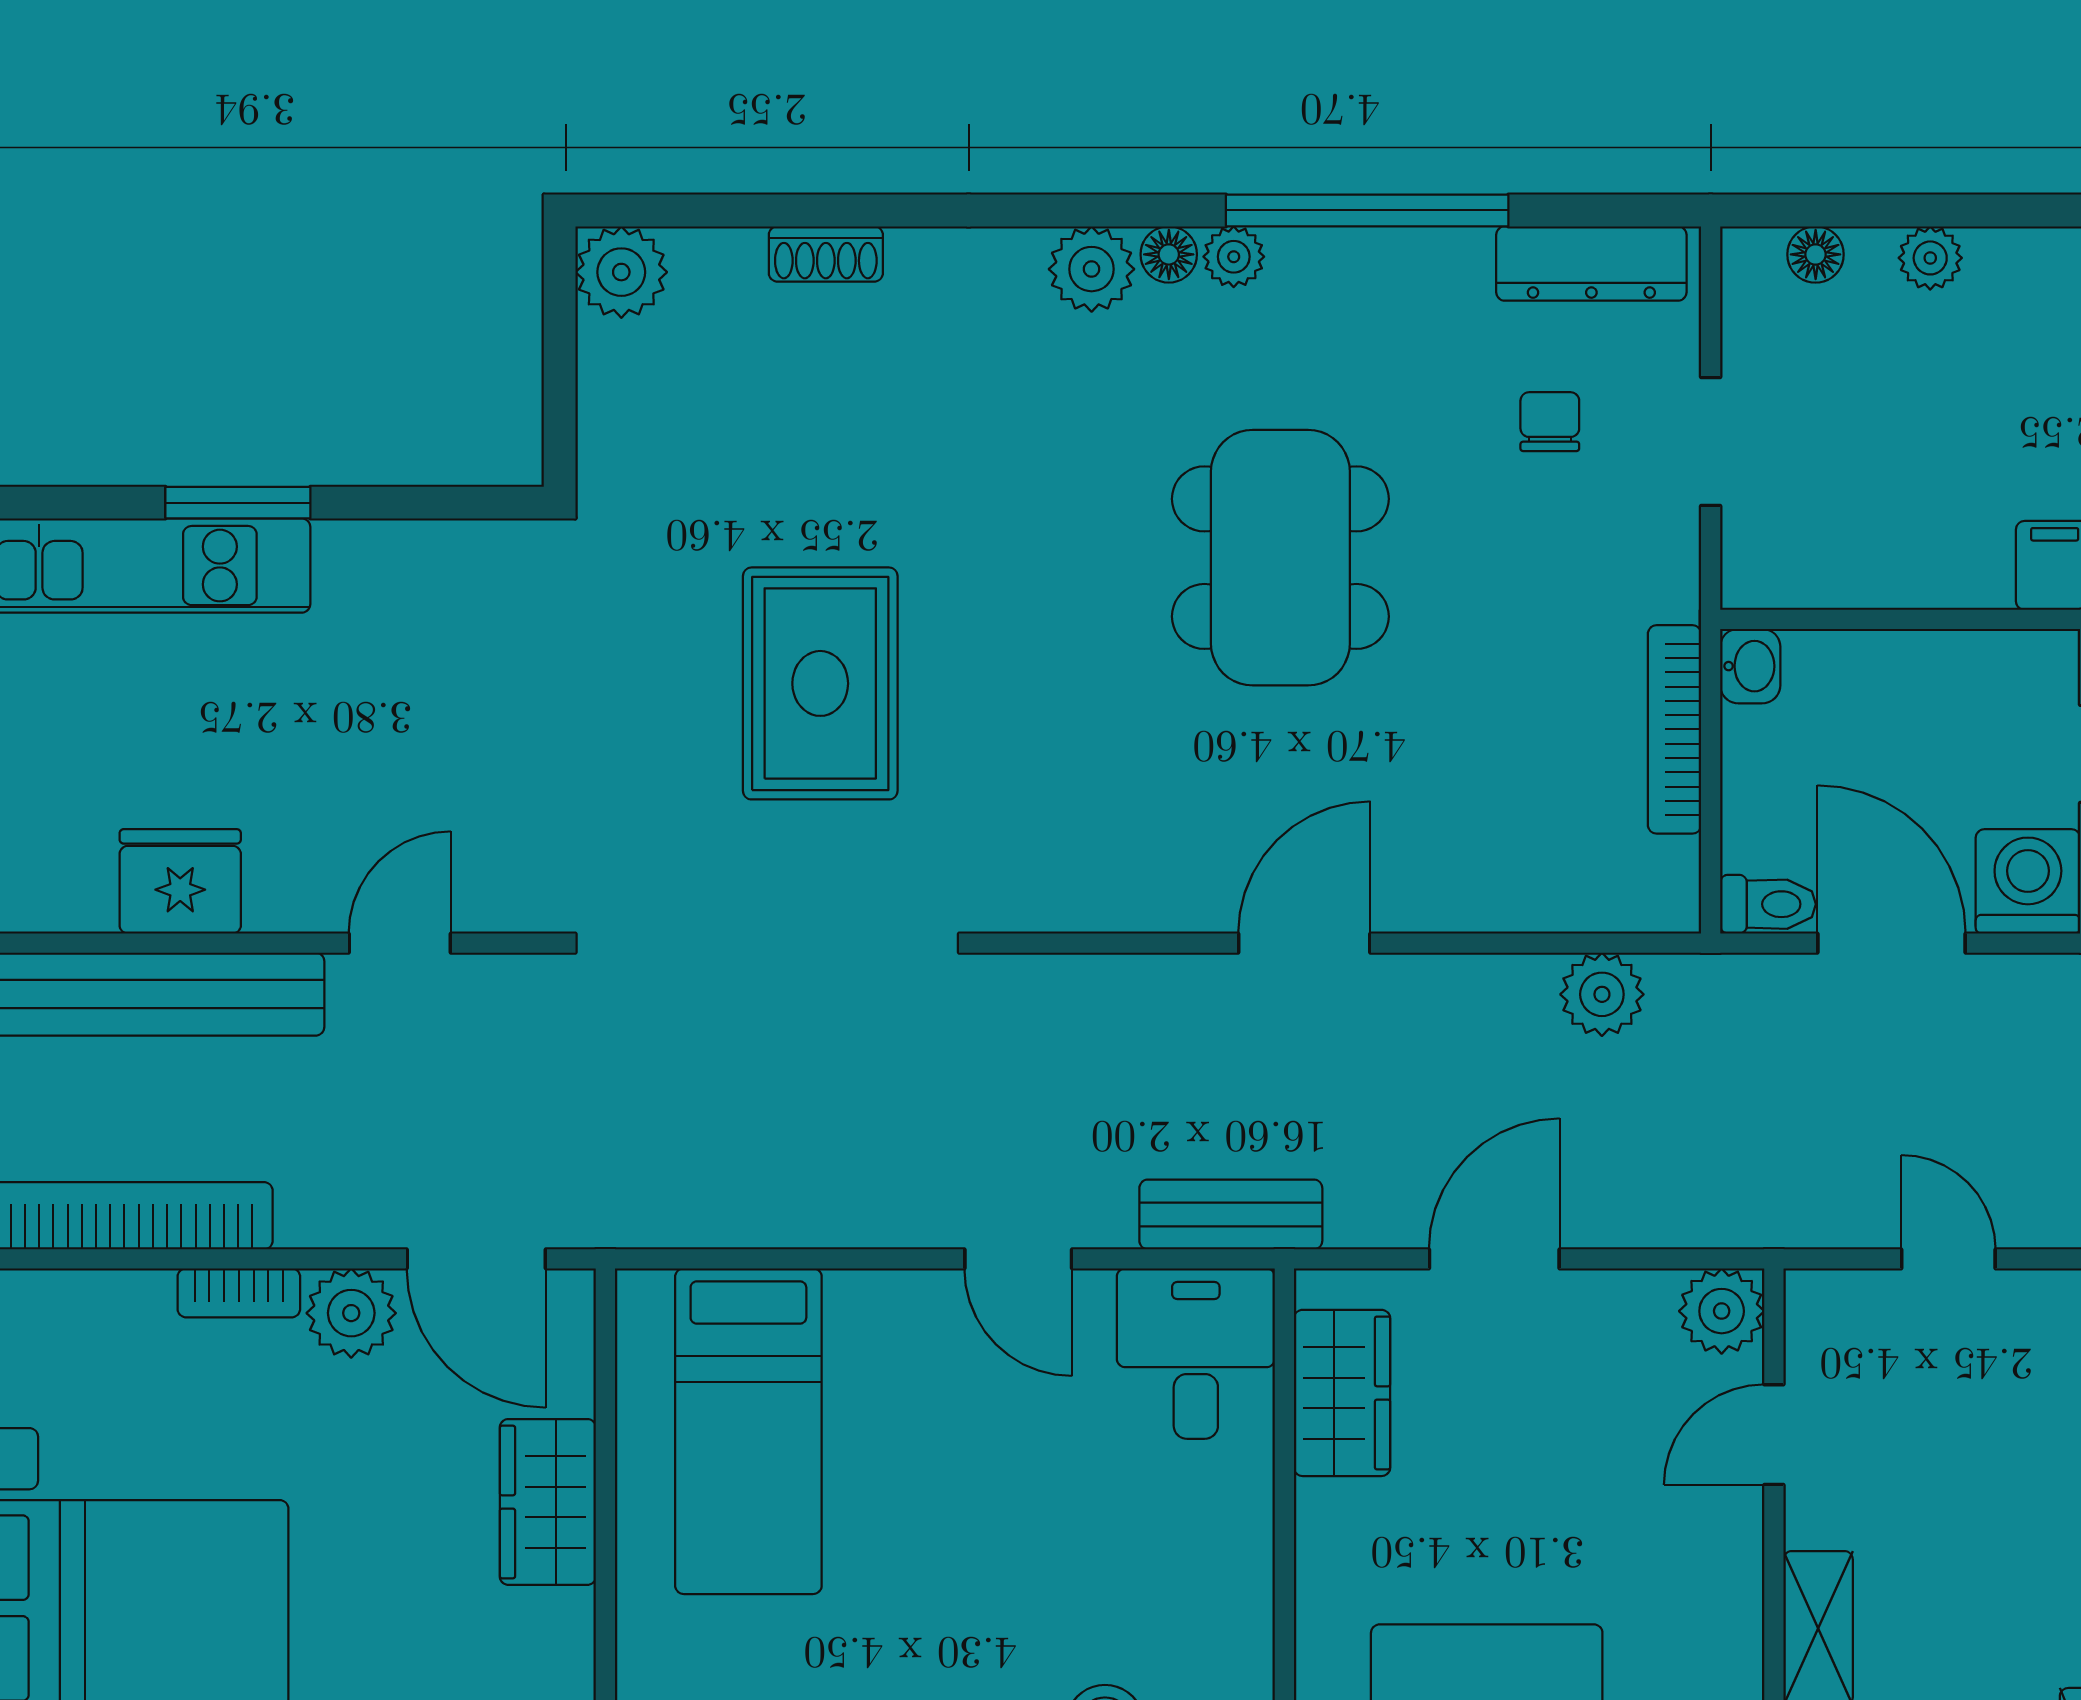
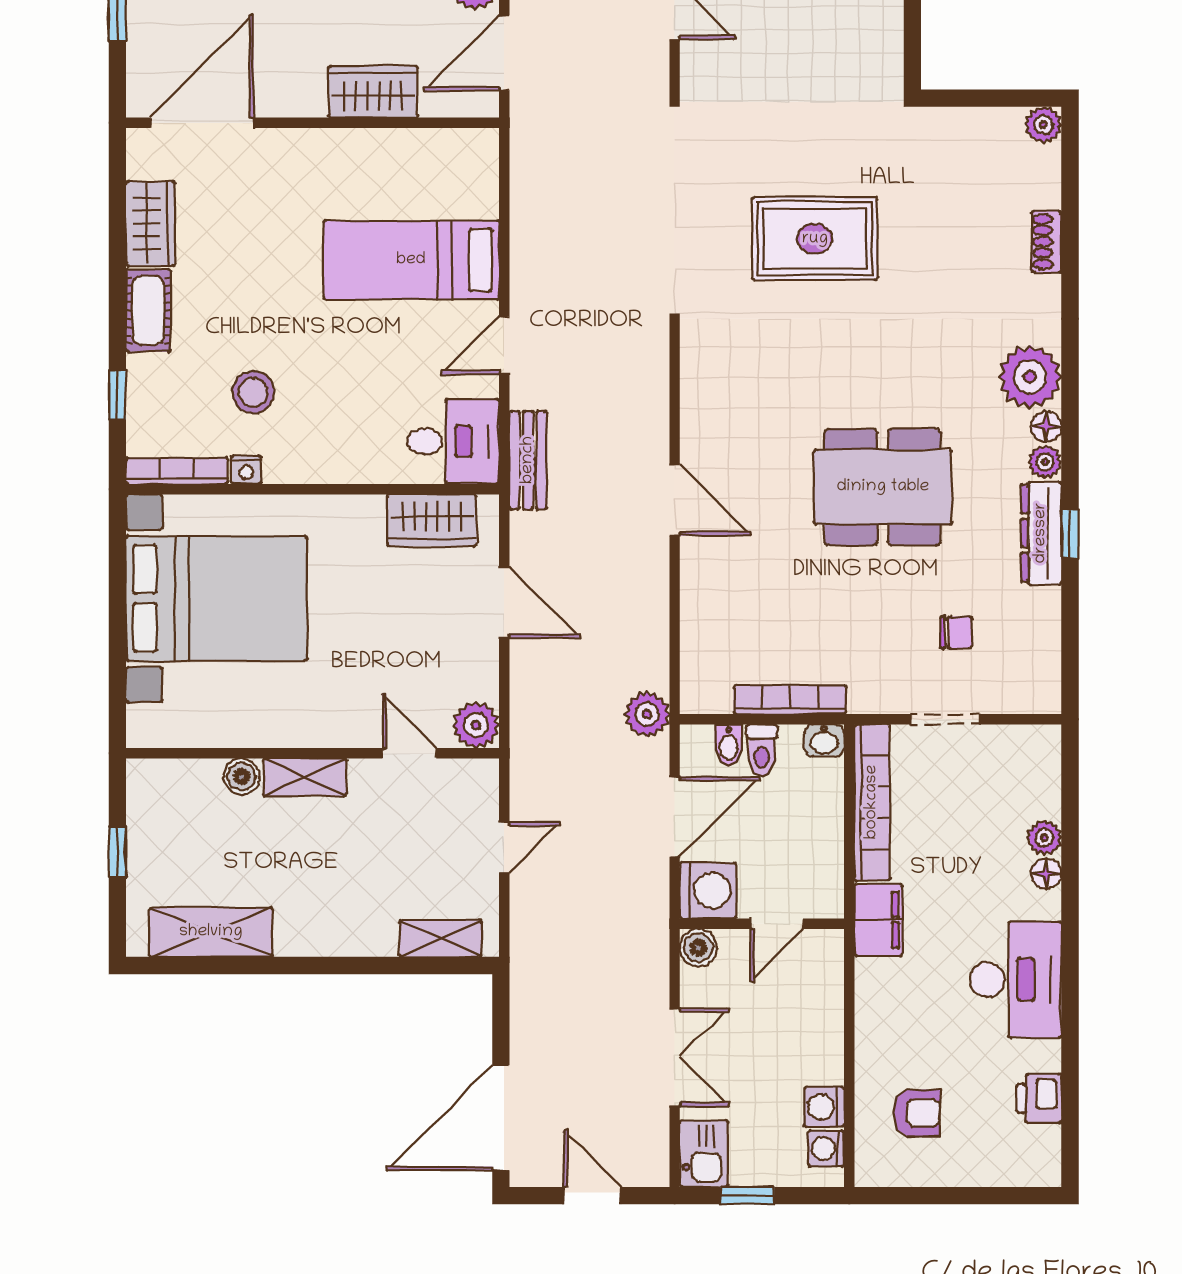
window: (1367, 210) -> (1070, 534), width x0.32
floor lamp: (1816, 254) -> (1046, 873), moved
dresser: (1591, 264) -> (1041, 533), moved
plant: (1092, 269) -> (1030, 377), width x1.36, depth x1.36
plant: (621, 272) -> (1043, 125), width x0.73, depth x0.73
bookcase: (1865, 577) -> (872, 802), added
bidet: (1758, 843) -> (729, 745), added
toilet: (1768, 904) -> (762, 750), moved
plant: (1602, 994) -> (647, 714), moved
bed: (748, 1431) -> (411, 260), moved

